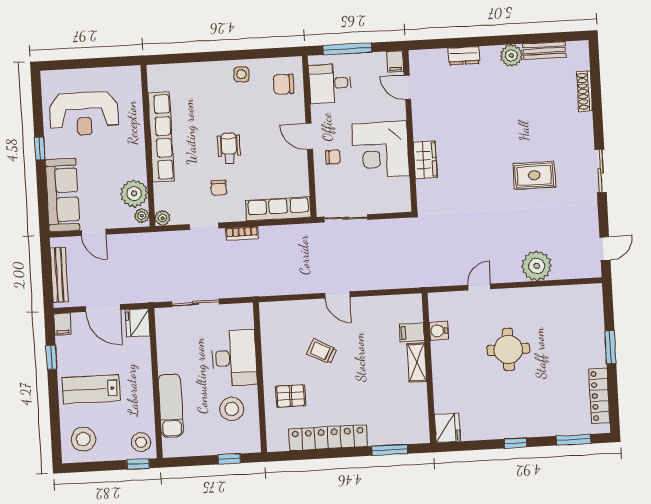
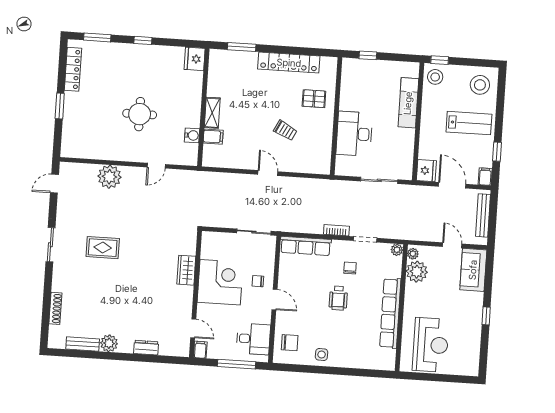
reception desk: (84, 114) -> (431, 345), moved, turned 90
sofa: (62, 195) -> (473, 270), width x0.73
stool: (232, 409) -> (361, 94), removed

